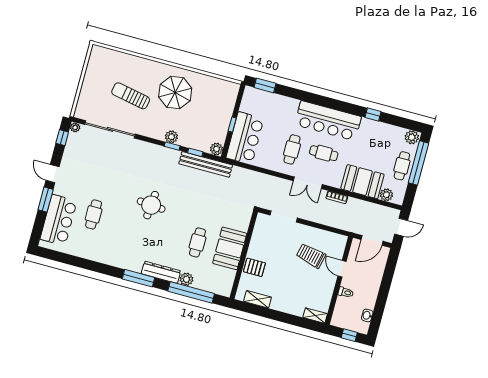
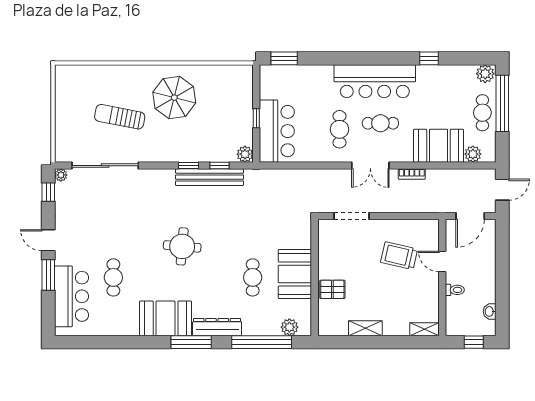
plant: (171, 137) -> (184, 154), removed
bench: (206, 164) -> (210, 177), moved
booth: (124, 255) -> (166, 318), added
plant: (186, 279) -> (289, 327), moved
shelving: (258, 299) -> (365, 328), moved

